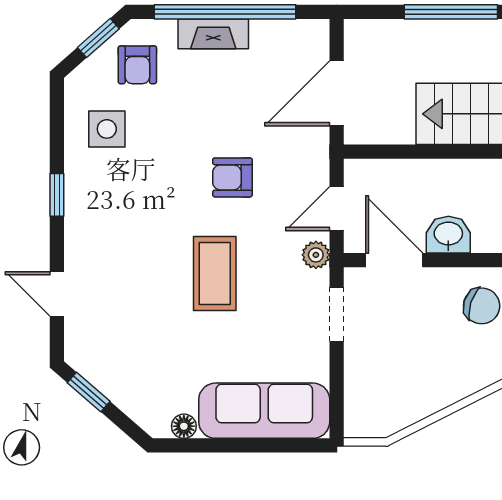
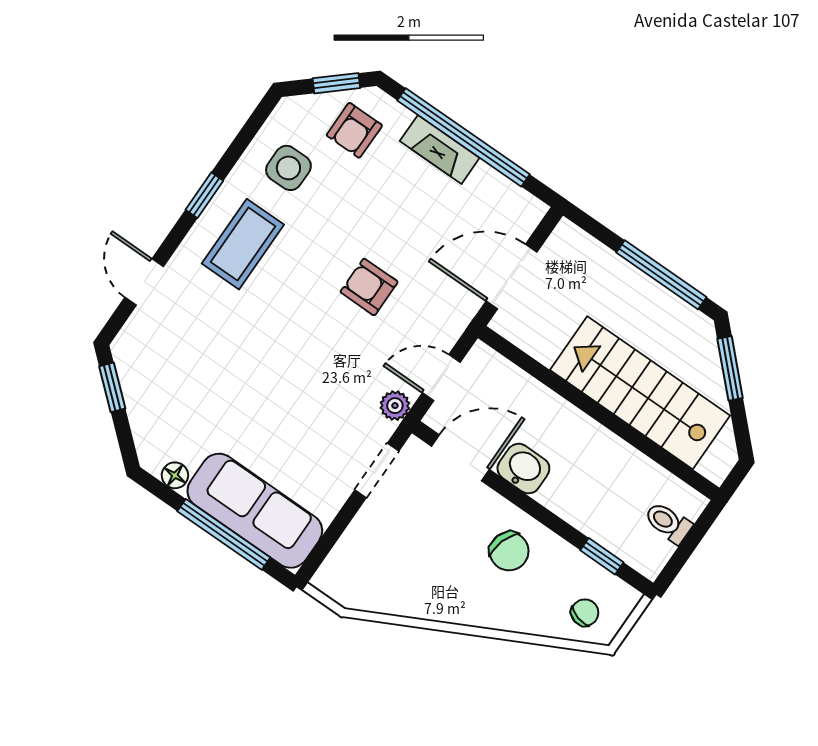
door: (394, 260) -> (460, 458), hinge flipped
coffee table: (215, 273) -> (243, 244), moved
window: (253, 445) -> (224, 534), added

